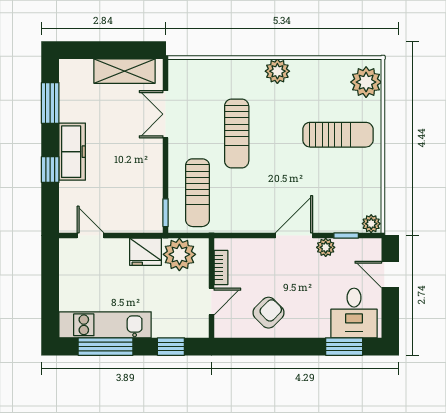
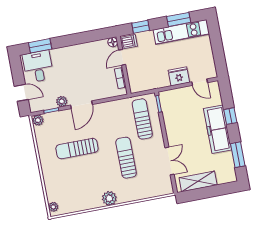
plant: (366, 82) -> (53, 207), width x0.53, depth x0.53
sun lounger: (338, 135) -> (77, 149), moved
freezer: (72, 152) -> (218, 129), width x1.36, depth x1.26
fridge: (145, 252) -> (179, 76), moved
plant: (179, 254) -> (146, 81), removed
armchair: (269, 313) -> (88, 57), removed
dishwasher: (196, 325) -> (129, 42), added
floor lamp: (222, 330) -> (113, 42), added
window: (106, 347) -> (179, 19), width x0.69

